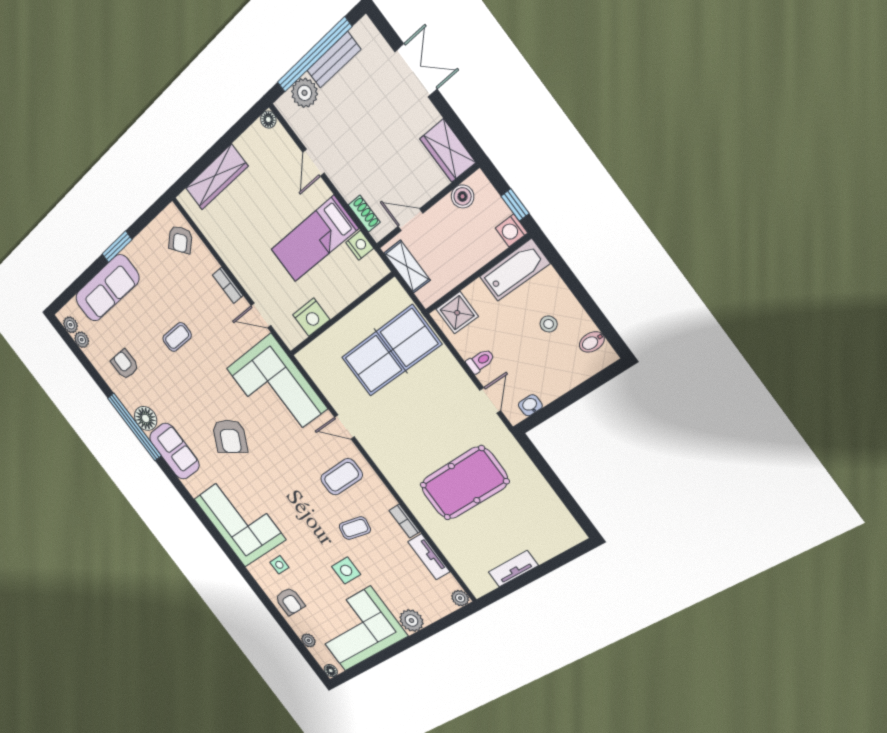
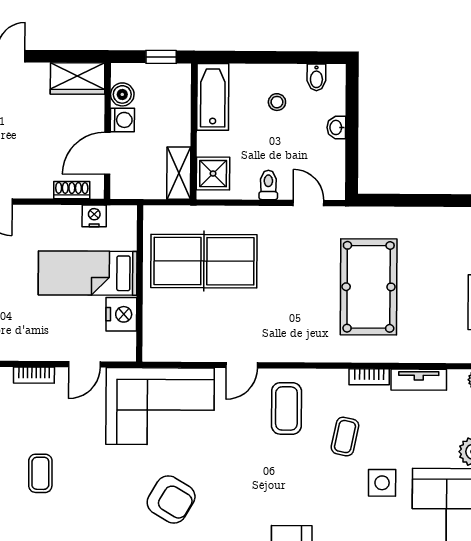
door: (410, 220) -> (107, 153), width x1.38
washing machine: (511, 230) -> (122, 120), moved, turned -90
bed: (314, 239) -> (88, 273), moved, turned 90
shelving: (407, 267) -> (179, 173), moved, turned 90
table tennis table: (391, 351) -> (204, 261), turned 90
washbasin: (530, 405) -> (336, 127), moved

